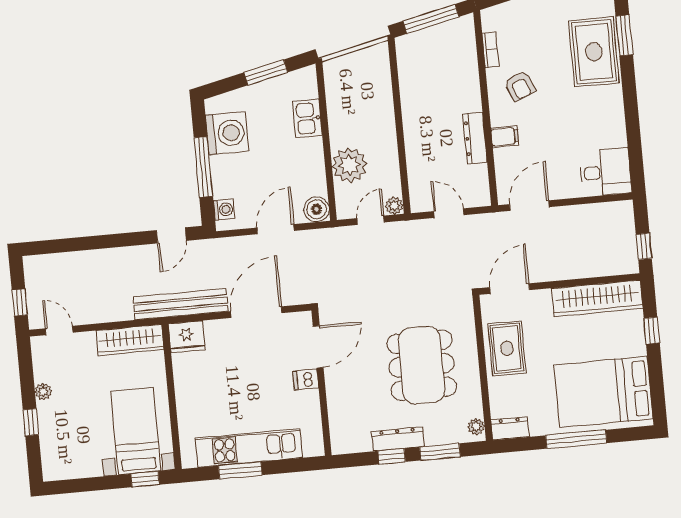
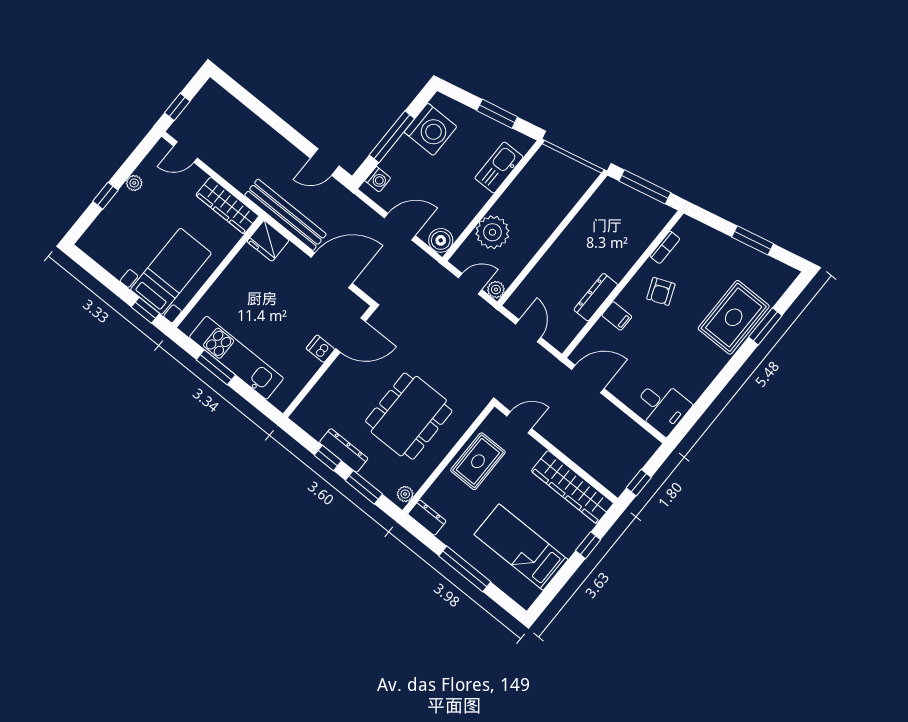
kitchen sink: (307, 118) -> (499, 168), width x1.38
door: (510, 289) -> (519, 422), width x0.73
door: (59, 330) -> (186, 152), swing flipped
bed: (604, 392) -> (521, 547), width x0.67

